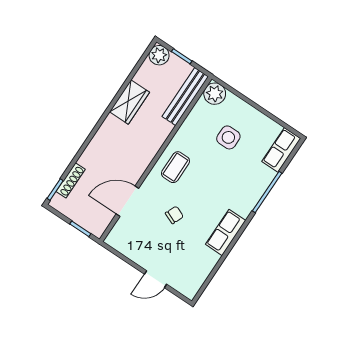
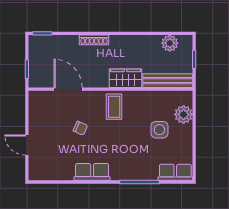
plant: (159, 55) -> (170, 43), moved
plant: (215, 94) -> (184, 114), moved
wardrobe: (129, 102) -> (126, 78), moved, turned 180
coffee table: (175, 167) -> (114, 107), turned 90
shoe rack: (71, 180) -> (94, 40), moved

